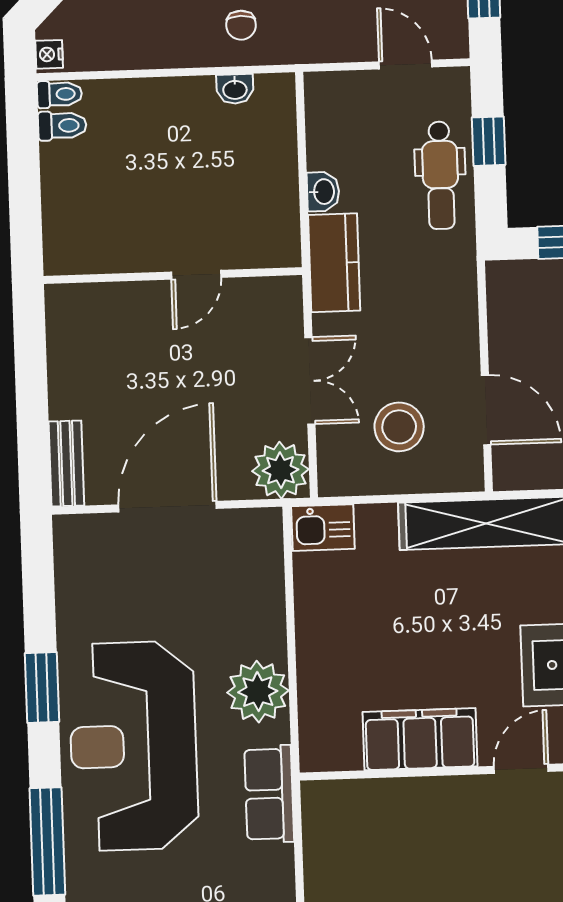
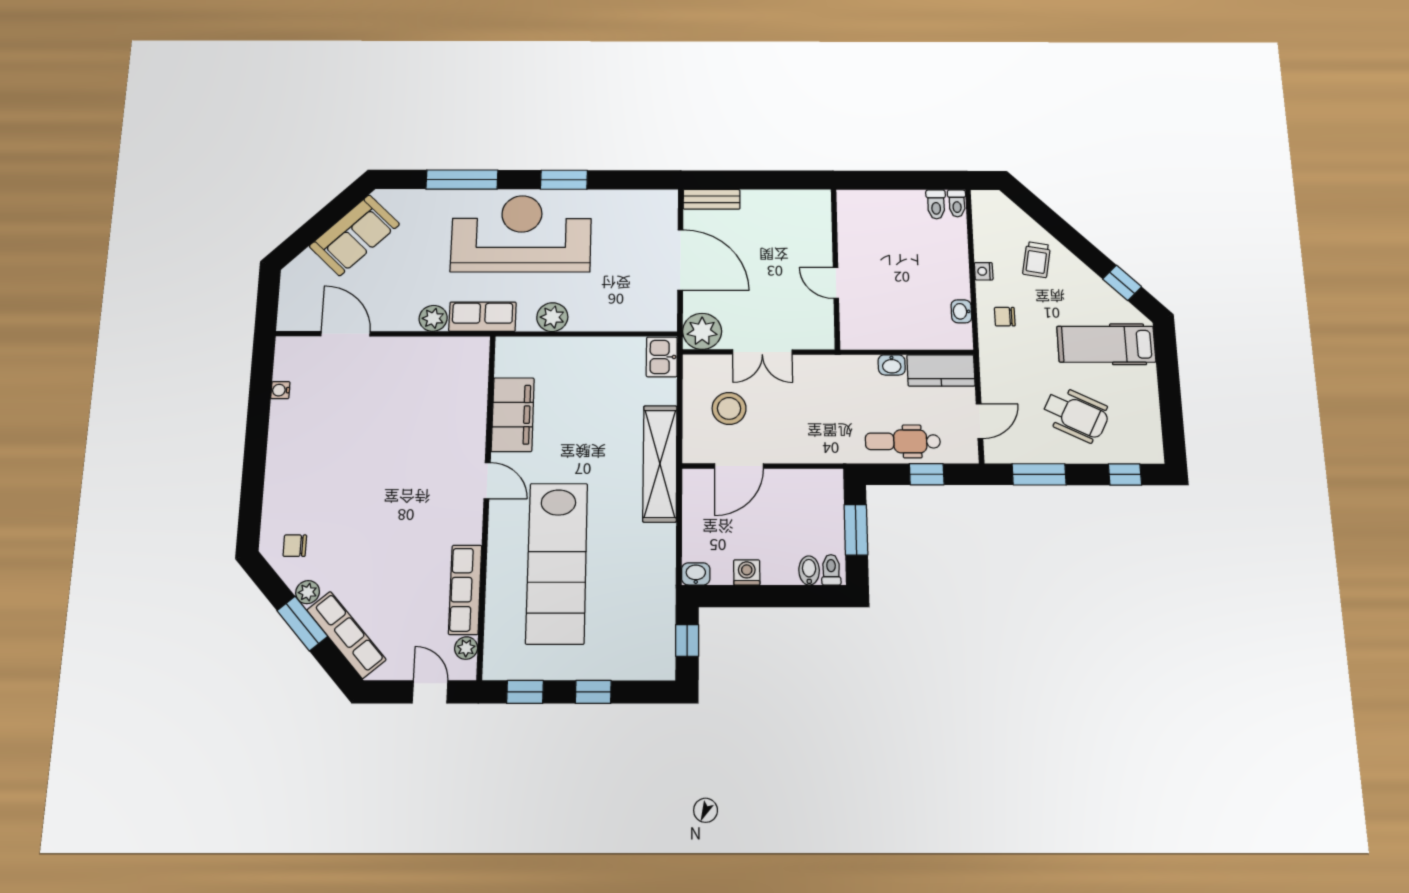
nightstand: (49, 54) -> (984, 271), moved, turned -90
kitchen counter: (334, 263) -> (941, 370), moved
plant: (258, 692) -> (552, 317), width x0.73, depth x0.73
plant: (274, 866) -> (433, 318), added

